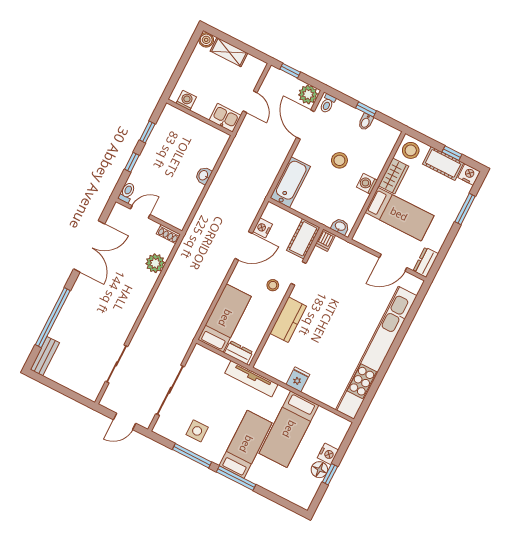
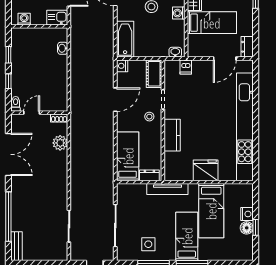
washbasin: (204, 175) -> (63, 48), moved
nightstand: (263, 228) -> (122, 66), moved
dishwasher: (325, 240) -> (186, 67), moved
fridge: (298, 379) -> (206, 170), width x1.88, depth x1.34

